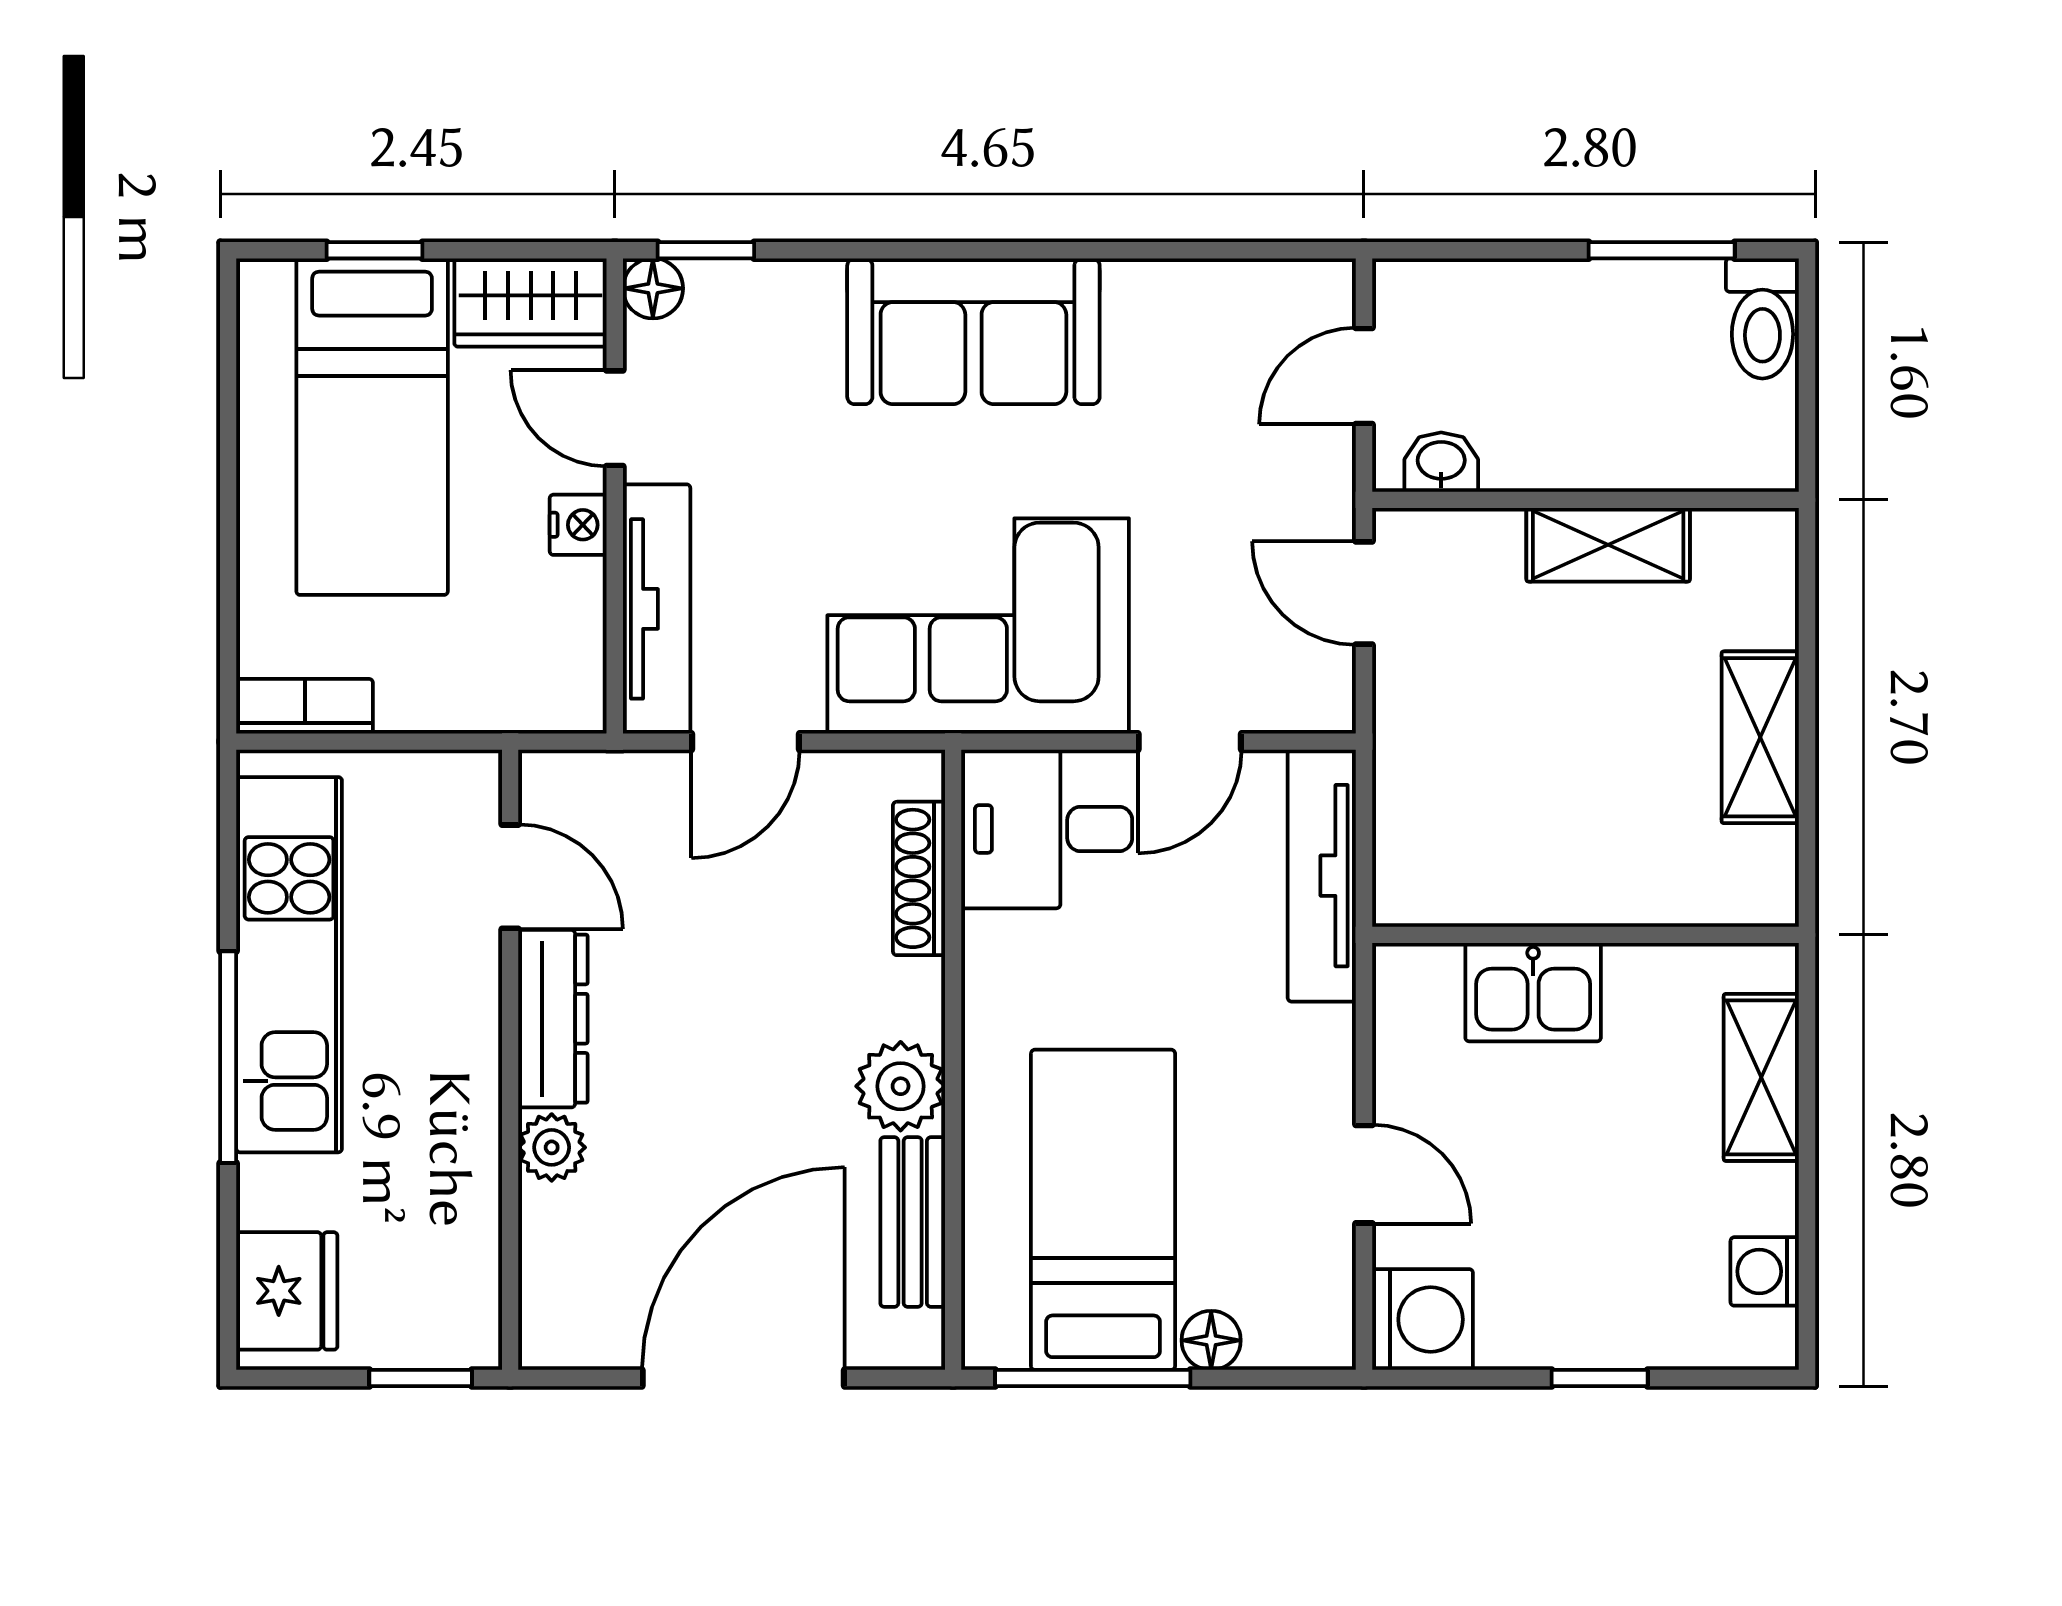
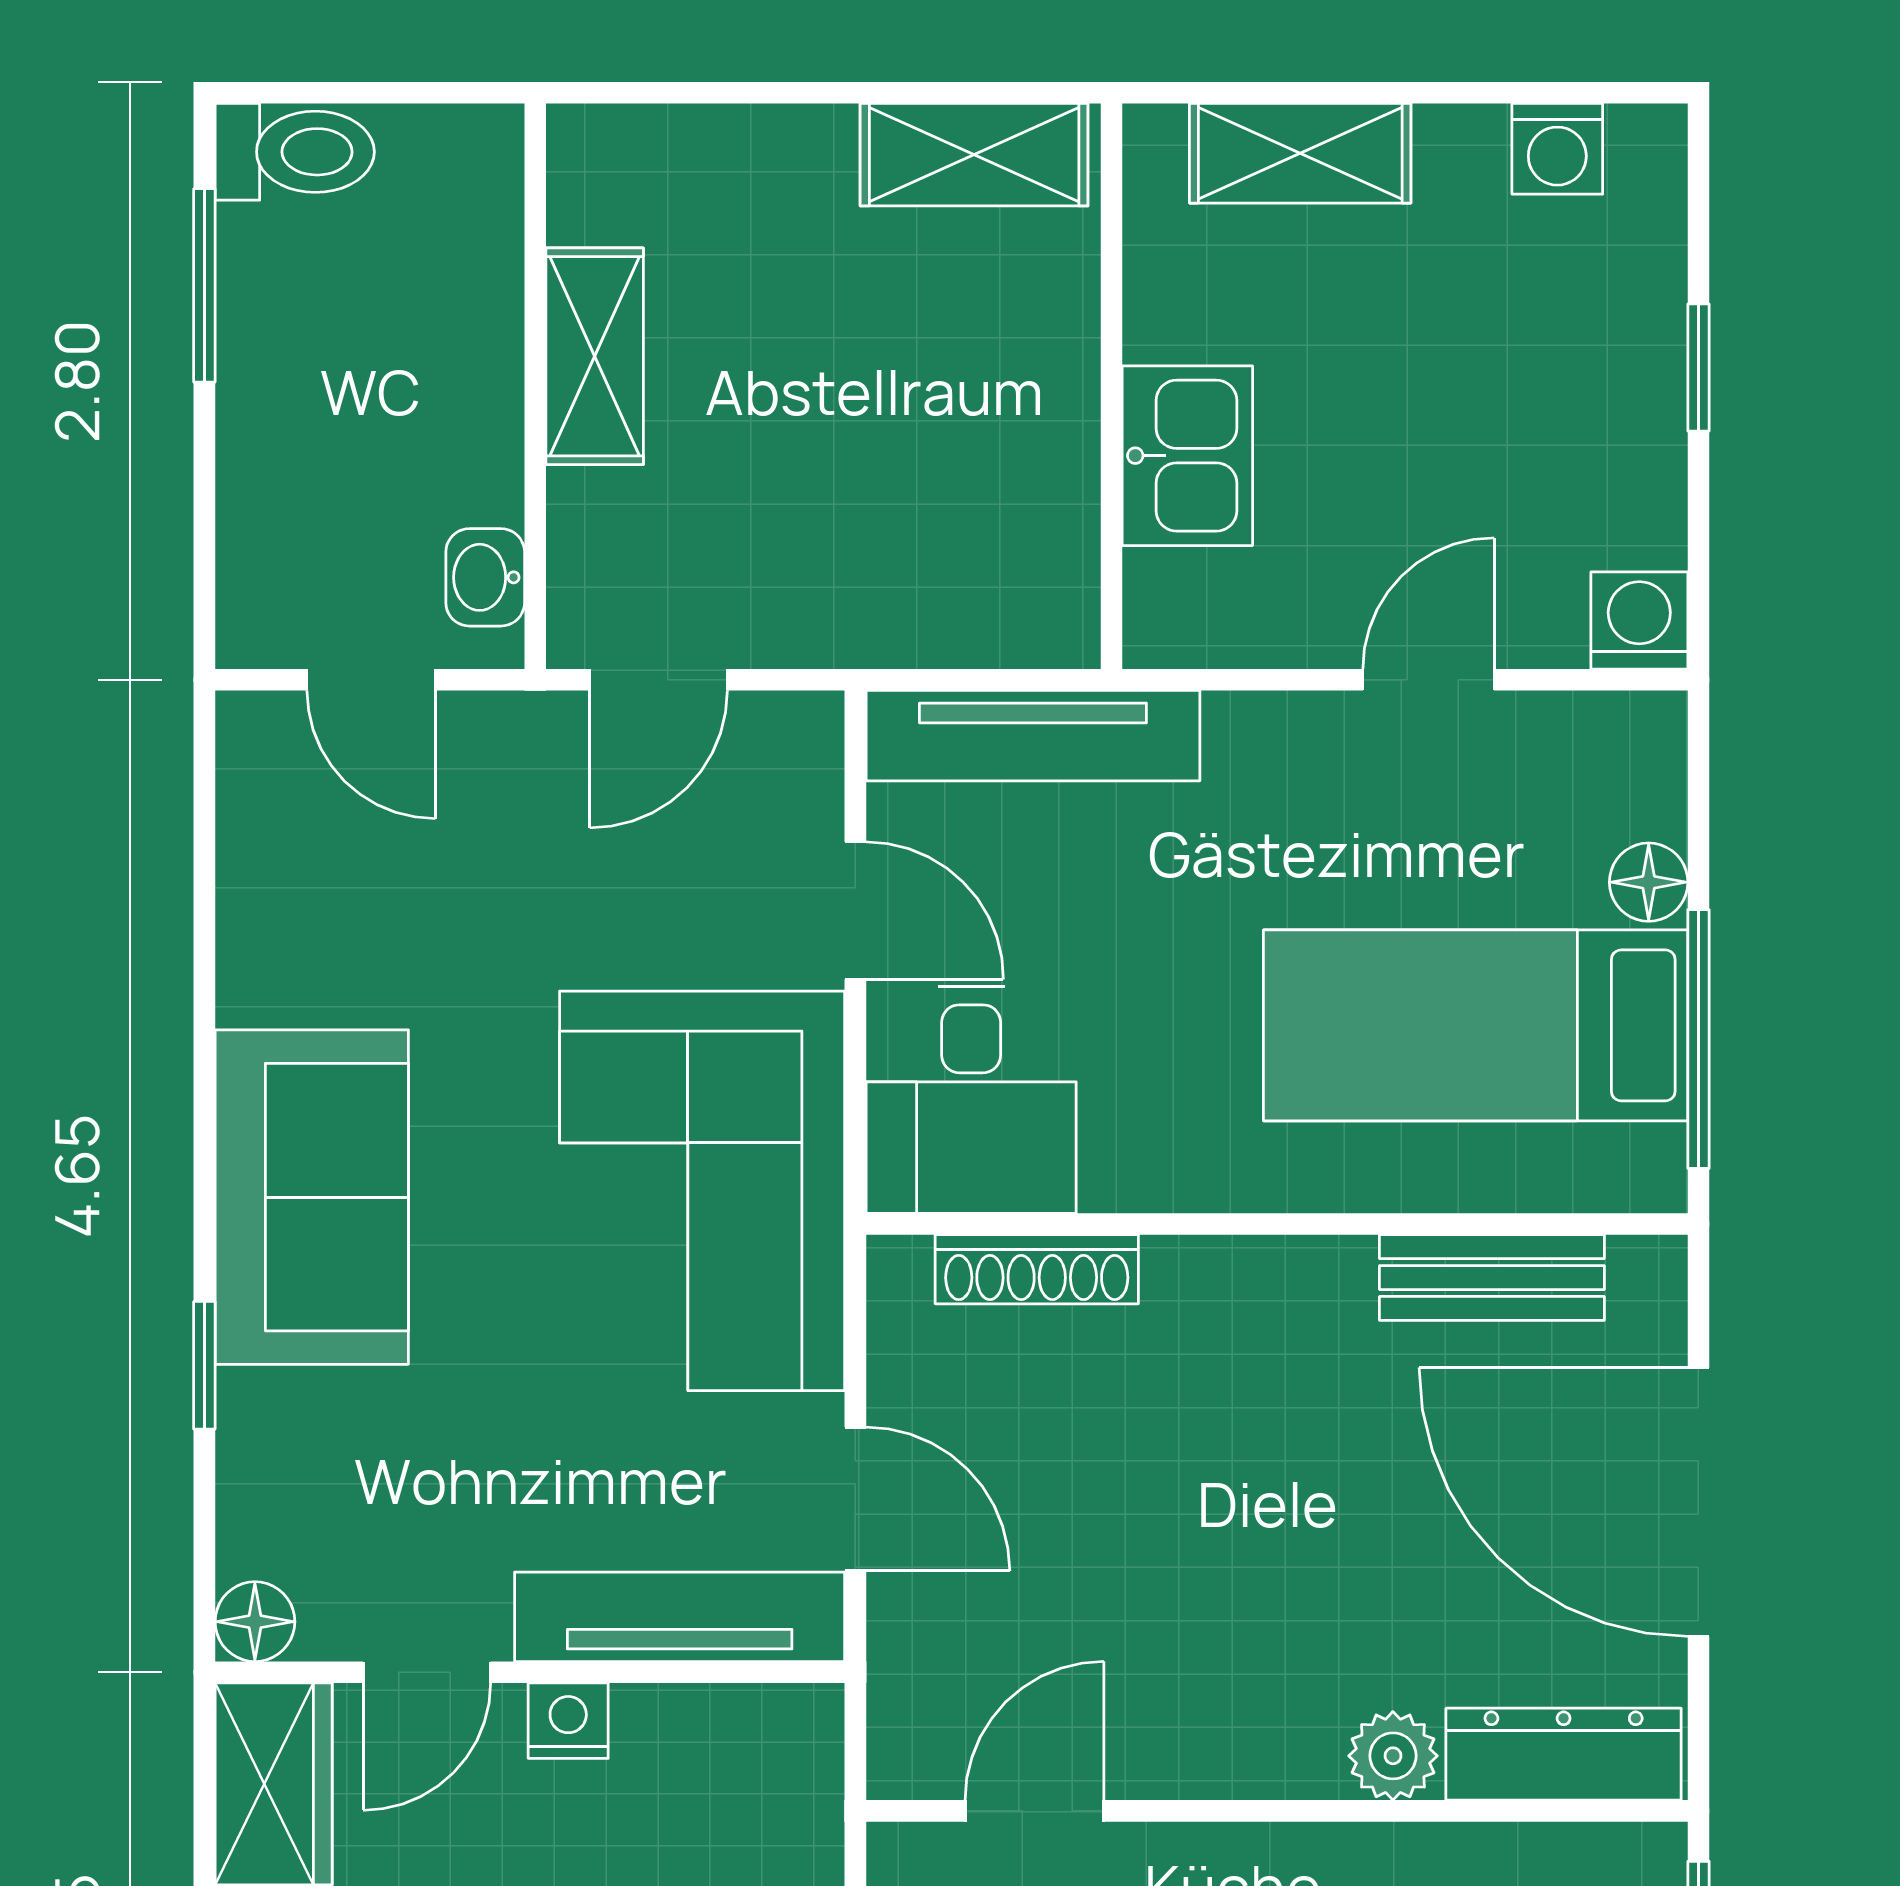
window: (706, 250) -> (204, 1365), moved
shelving: (1760, 737) -> (974, 155), moved
dresser: (553, 1019) -> (1564, 1754), moved
plant: (901, 1086) -> (1312, 1294), removed
washing machine: (1422, 1319) -> (1639, 621), width x0.73, depth x0.73

